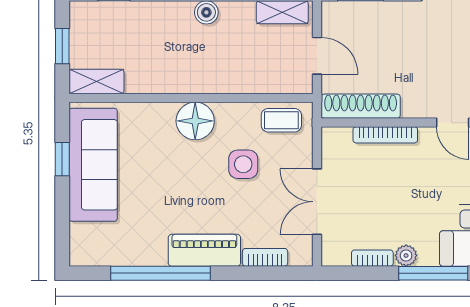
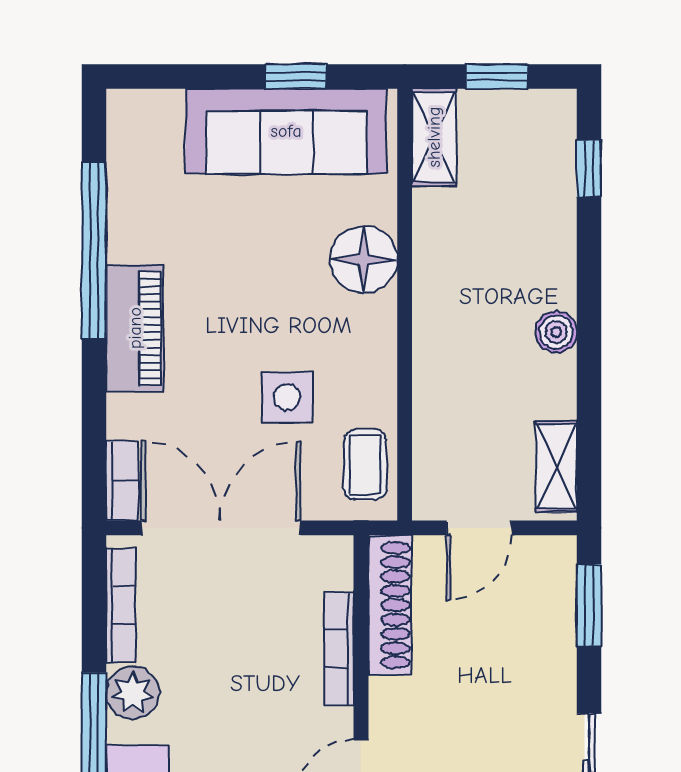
floor lamp: (195, 121) -> (364, 260), moved
double door: (317, 202) -> (221, 528), width x1.37
plant: (406, 255) -> (133, 693), width x1.38, depth x1.38
bookcase: (265, 257) -> (122, 481), moved
bookcase: (372, 258) -> (121, 605), width x1.56

